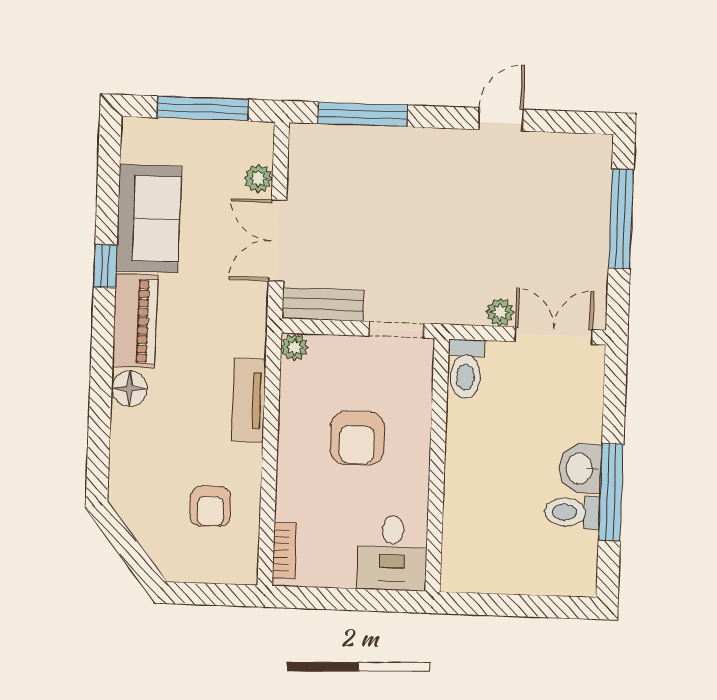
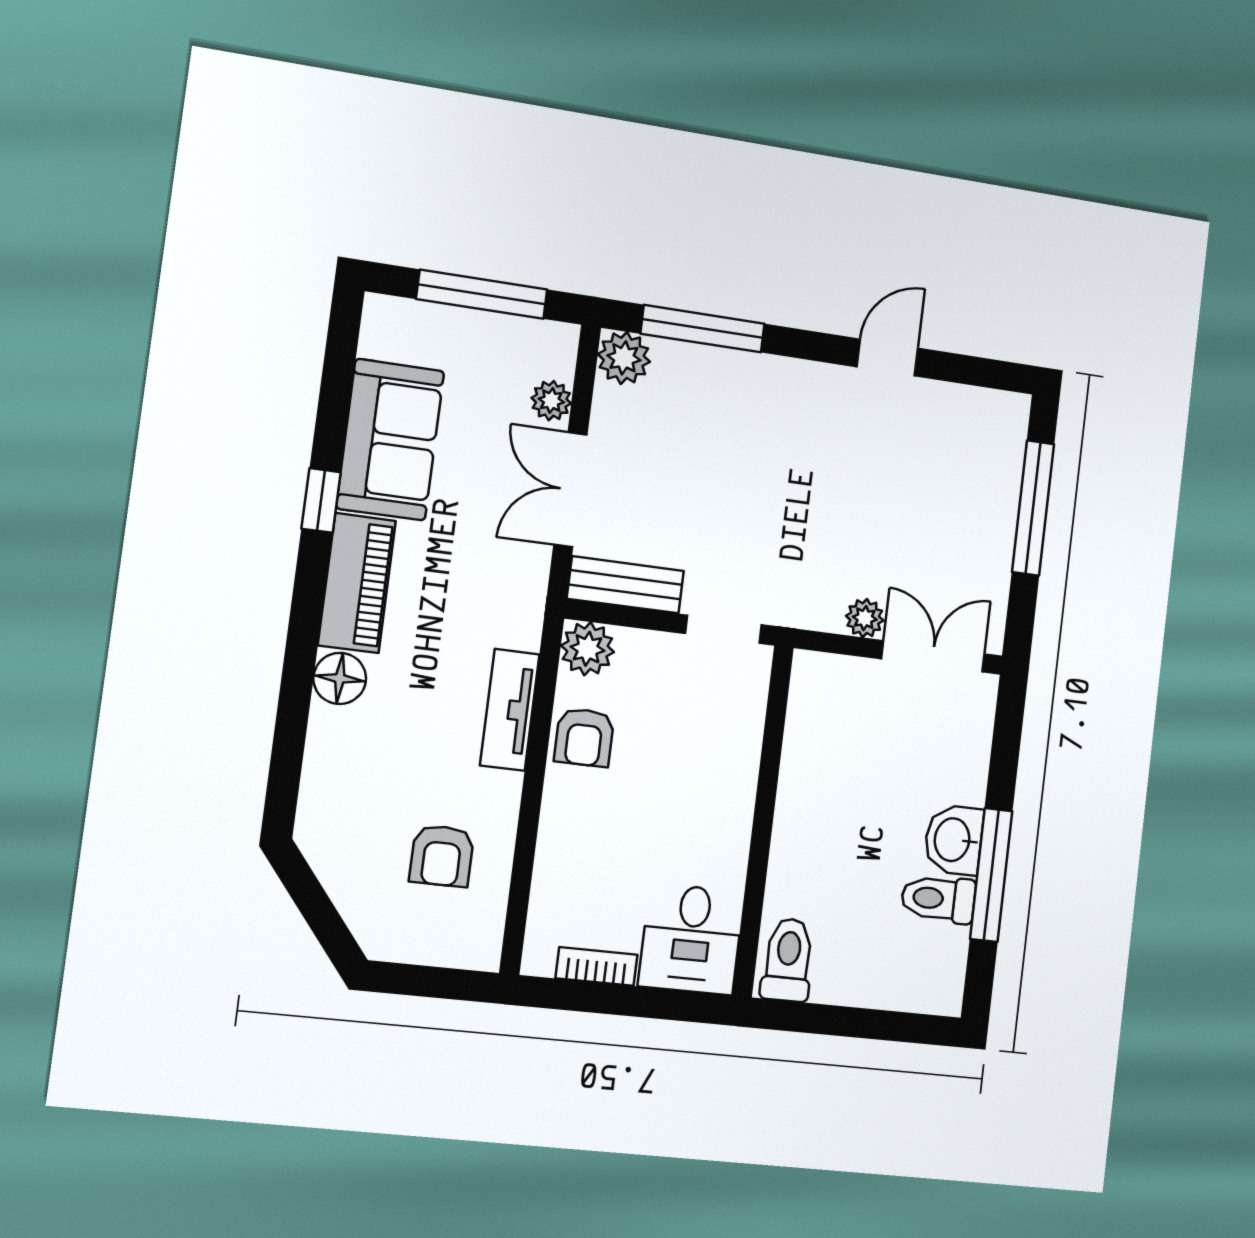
plant: (307, 142) -> (624, 358), added
plant: (295, 347) -> (588, 649), width x1.38, depth x1.38
toilet: (466, 369) -> (788, 960), moved, turned 180
armchair: (357, 438) -> (584, 737), moved, width x0.72, depth x0.72
bookcase: (284, 551) -> (597, 966), moved, turned -90

